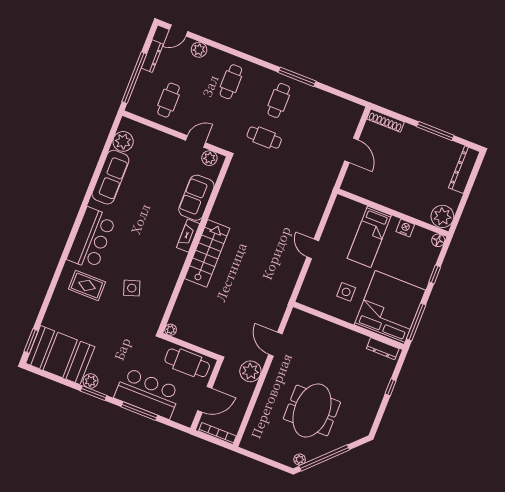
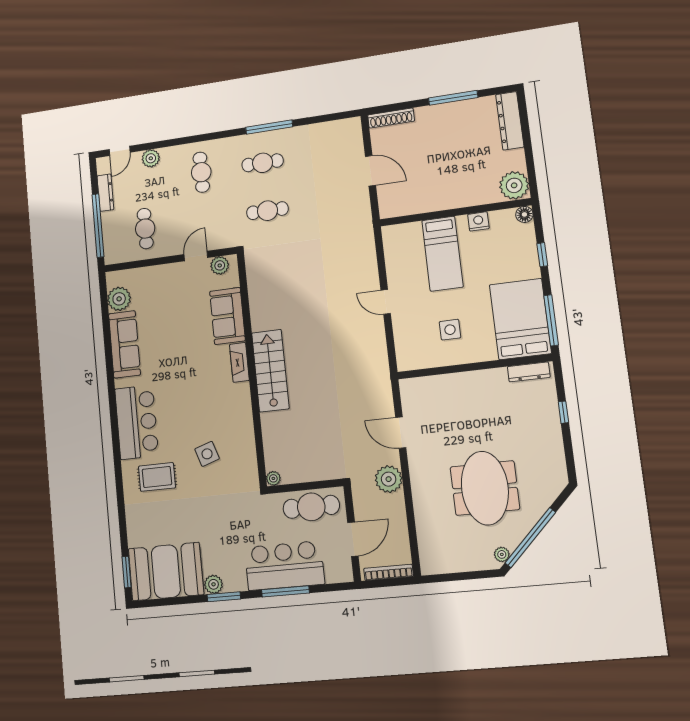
cafe table: (279, 100) -> (263, 163), turned 90
bed: (390, 307) -> (520, 319), width x0.73

